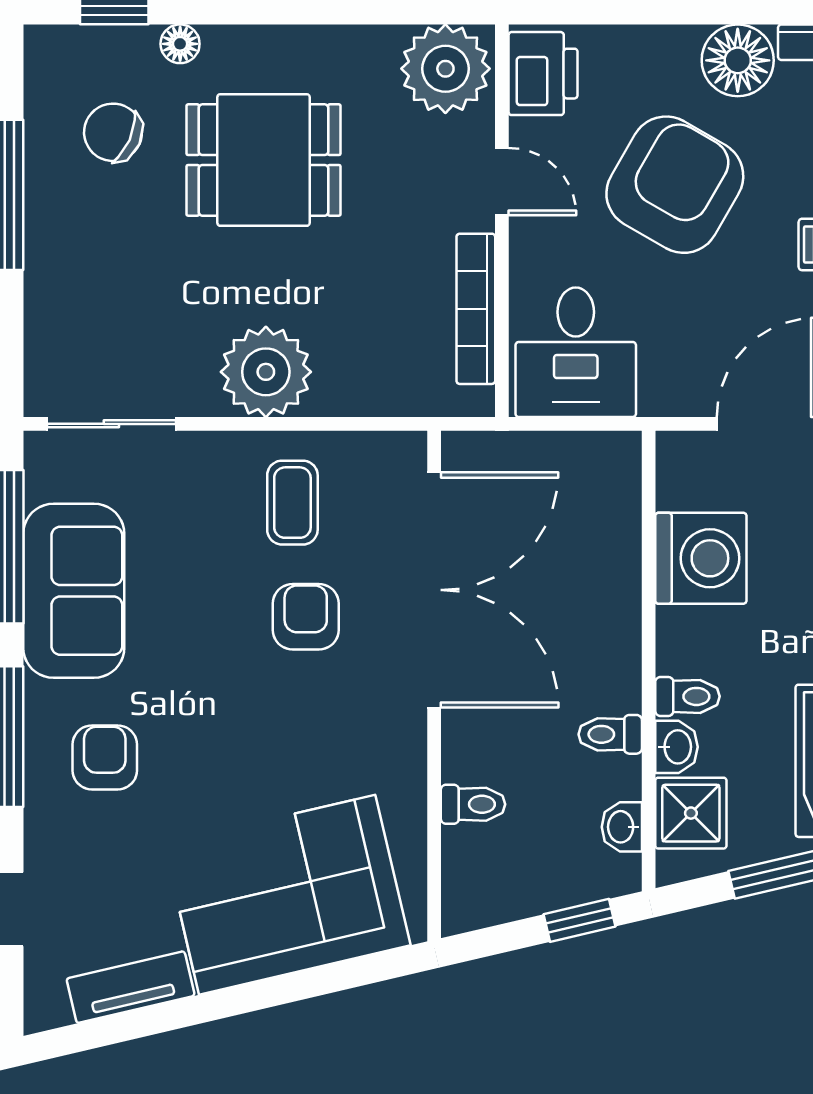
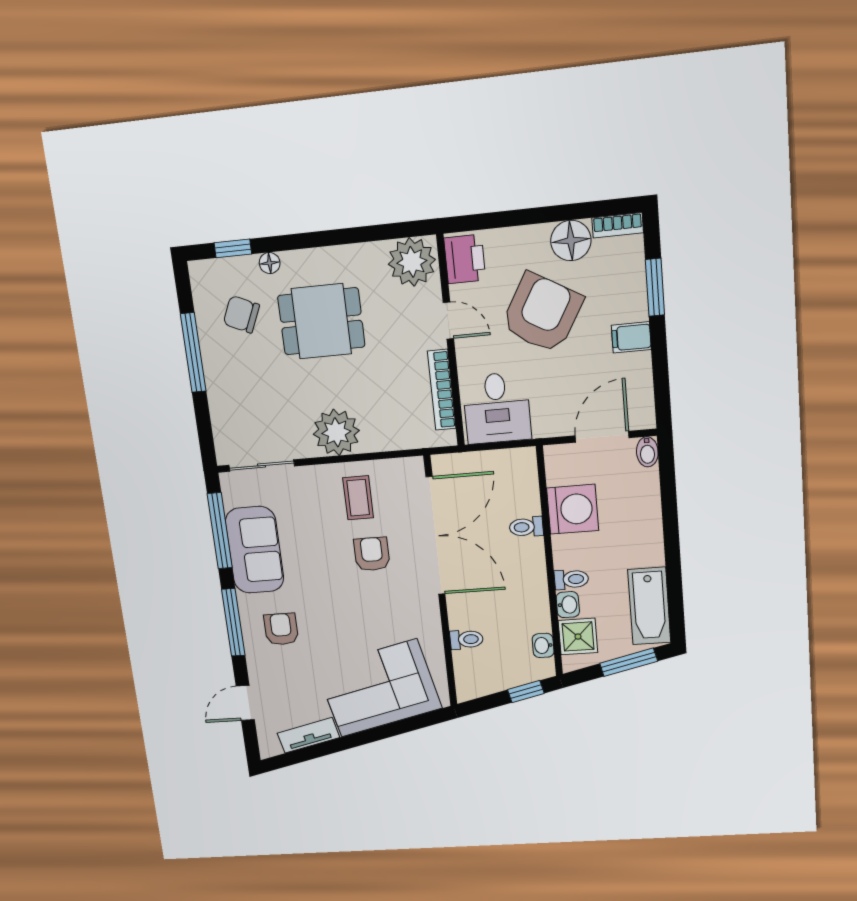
toilet: (610, 734) -> (526, 527), moved

